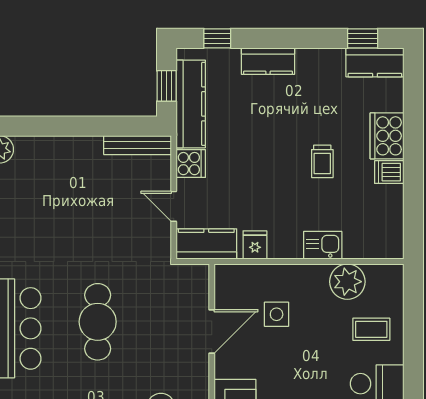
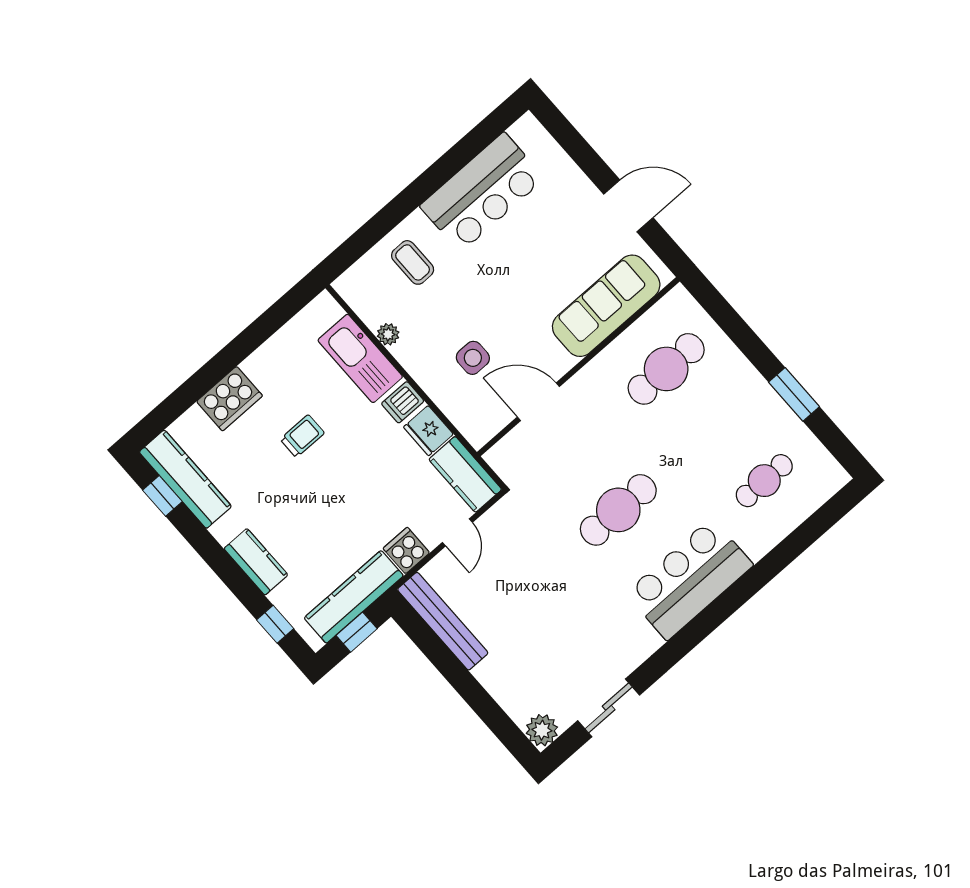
kitchen counter: (375, 62) -> (185, 479), width x1.50
bench: (137, 145) -> (443, 621), width x1.37, depth x1.21
dishwasher: (389, 172) -> (403, 402), moved, turned 90
fridge: (255, 245) -> (428, 431), width x1.38
kitchen sink: (323, 245) -> (360, 358), width x1.87, depth x1.24
plant: (347, 282) -> (388, 334), width x0.53, depth x0.53

